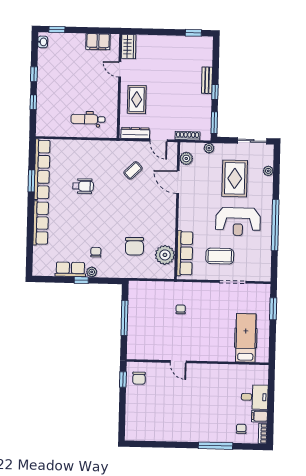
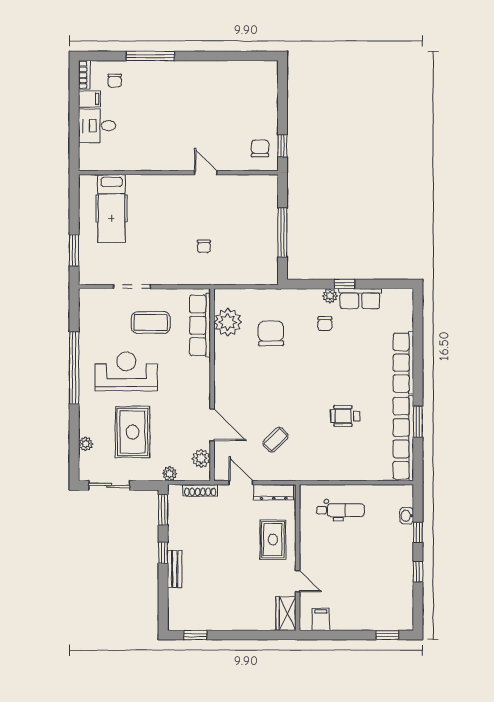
washbasin: (43, 42) -> (407, 516), moved
filing cabinet: (98, 42) -> (321, 619), width x0.50

